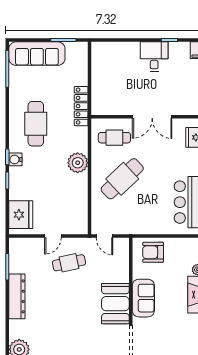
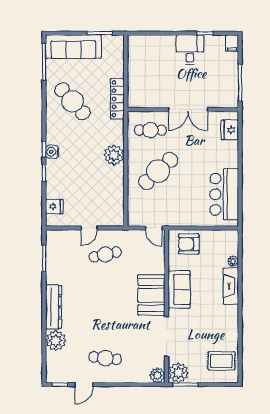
cafe table: (36, 124) -> (72, 101), moved, turned -42
fridge: (21, 215) -> (54, 207), width x0.53, depth x0.75
door: (104, 236) -> (154, 228), moved
dresser: (17, 296) -> (54, 307), moved

